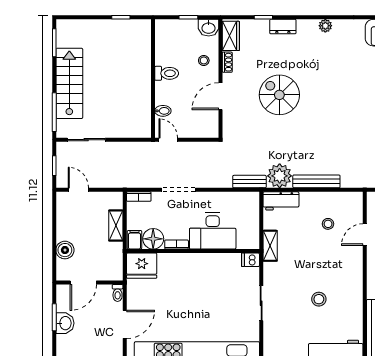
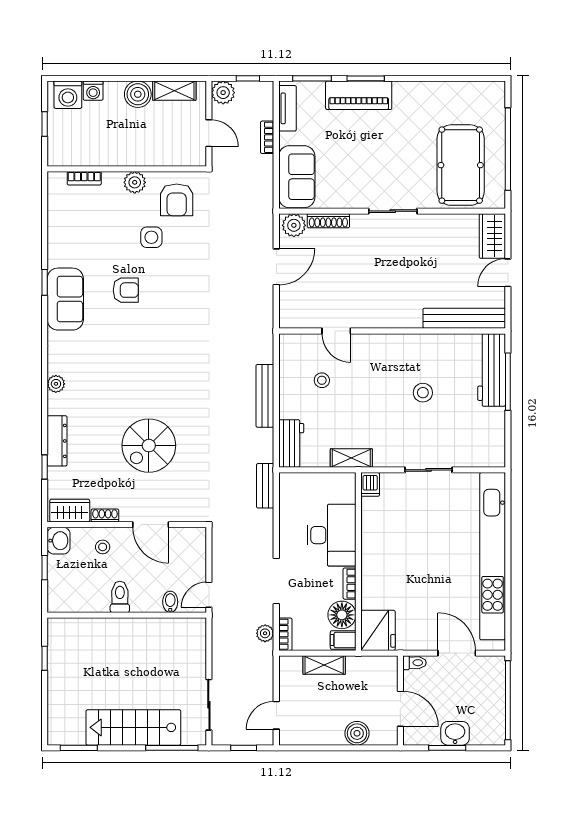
dresser: (283, 27) -> (57, 441), width x1.44
plant: (280, 176) -> (265, 633), moved, width x0.53, depth x0.53

